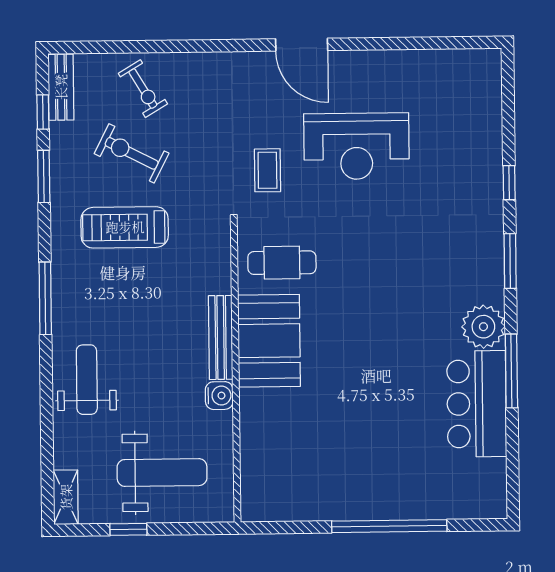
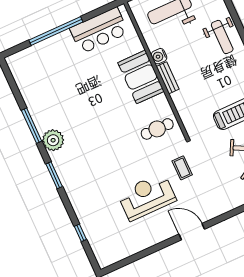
window: (509, 183) -> (80, 233), moved
bench: (221, 337) -> (168, 78), width x0.73
booth: (269, 341) -> (141, 77), moved
bar counter: (477, 404) -> (99, 30), moved, turned 90

